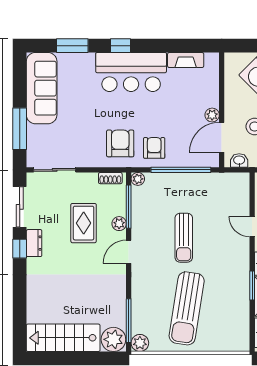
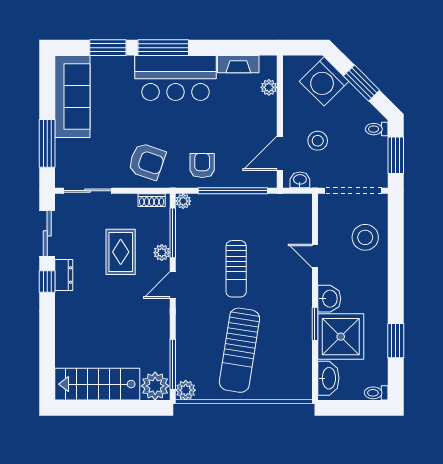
window: (120, 46) -> (163, 48), width x2.17
plant: (212, 115) -> (269, 87), moved
armchair: (120, 143) -> (147, 161), moved, turned 109

